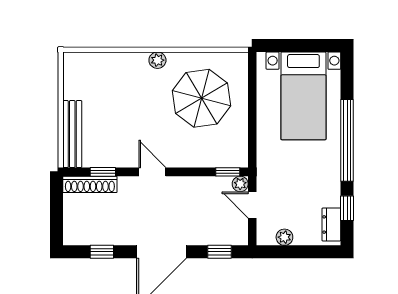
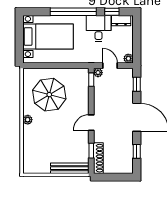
desk: (318, 185) -> (99, 28), added
door: (252, 205) -> (110, 66), swing flipped
plant: (284, 237) -> (128, 59), moved

